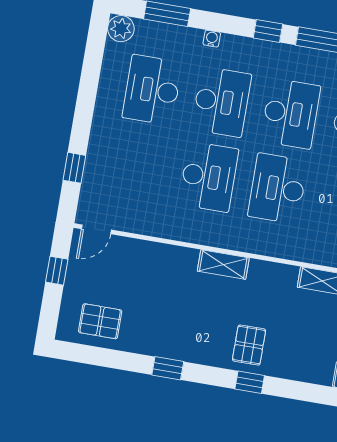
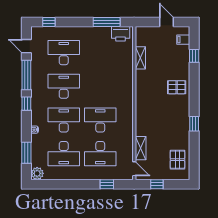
desk: (278, 189) -> (100, 154), moved
shelving: (223, 265) -> (141, 148), moved
window: (250, 382) -> (194, 56), moved

